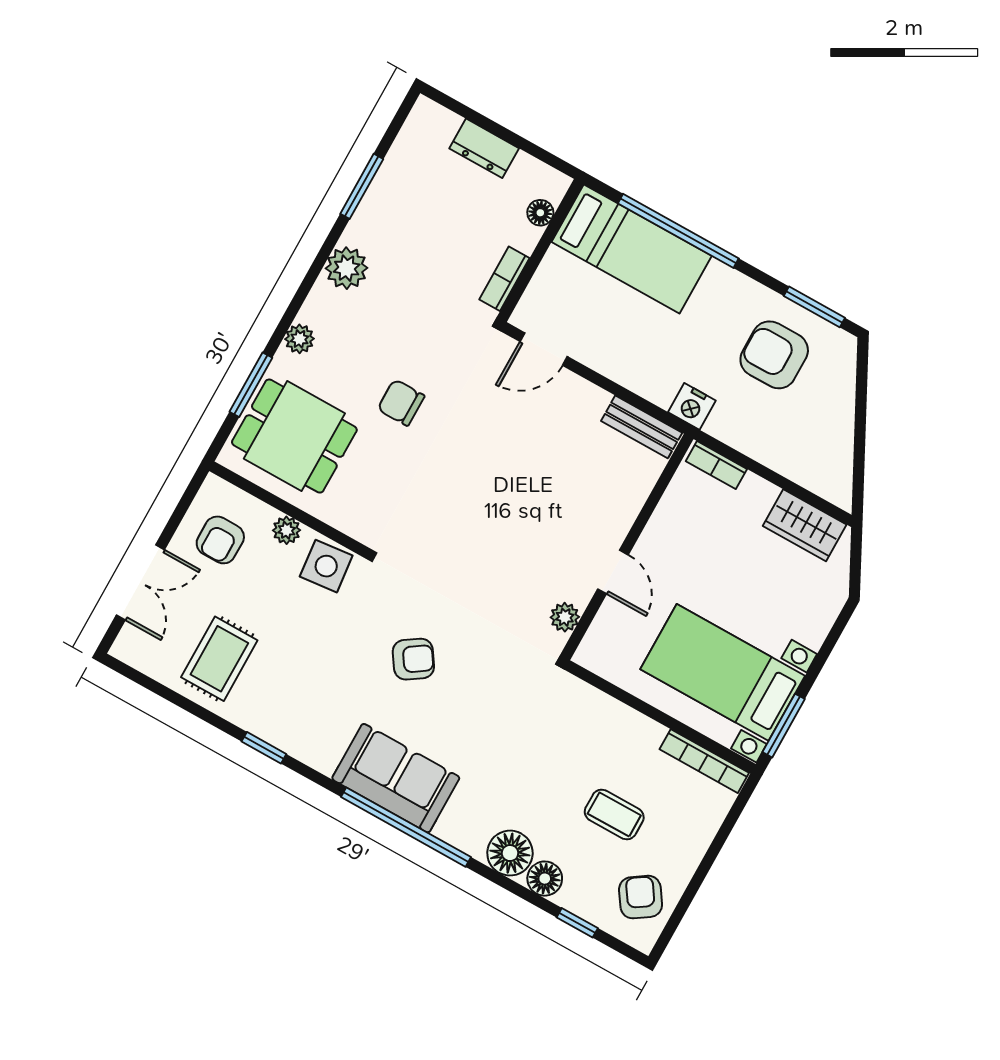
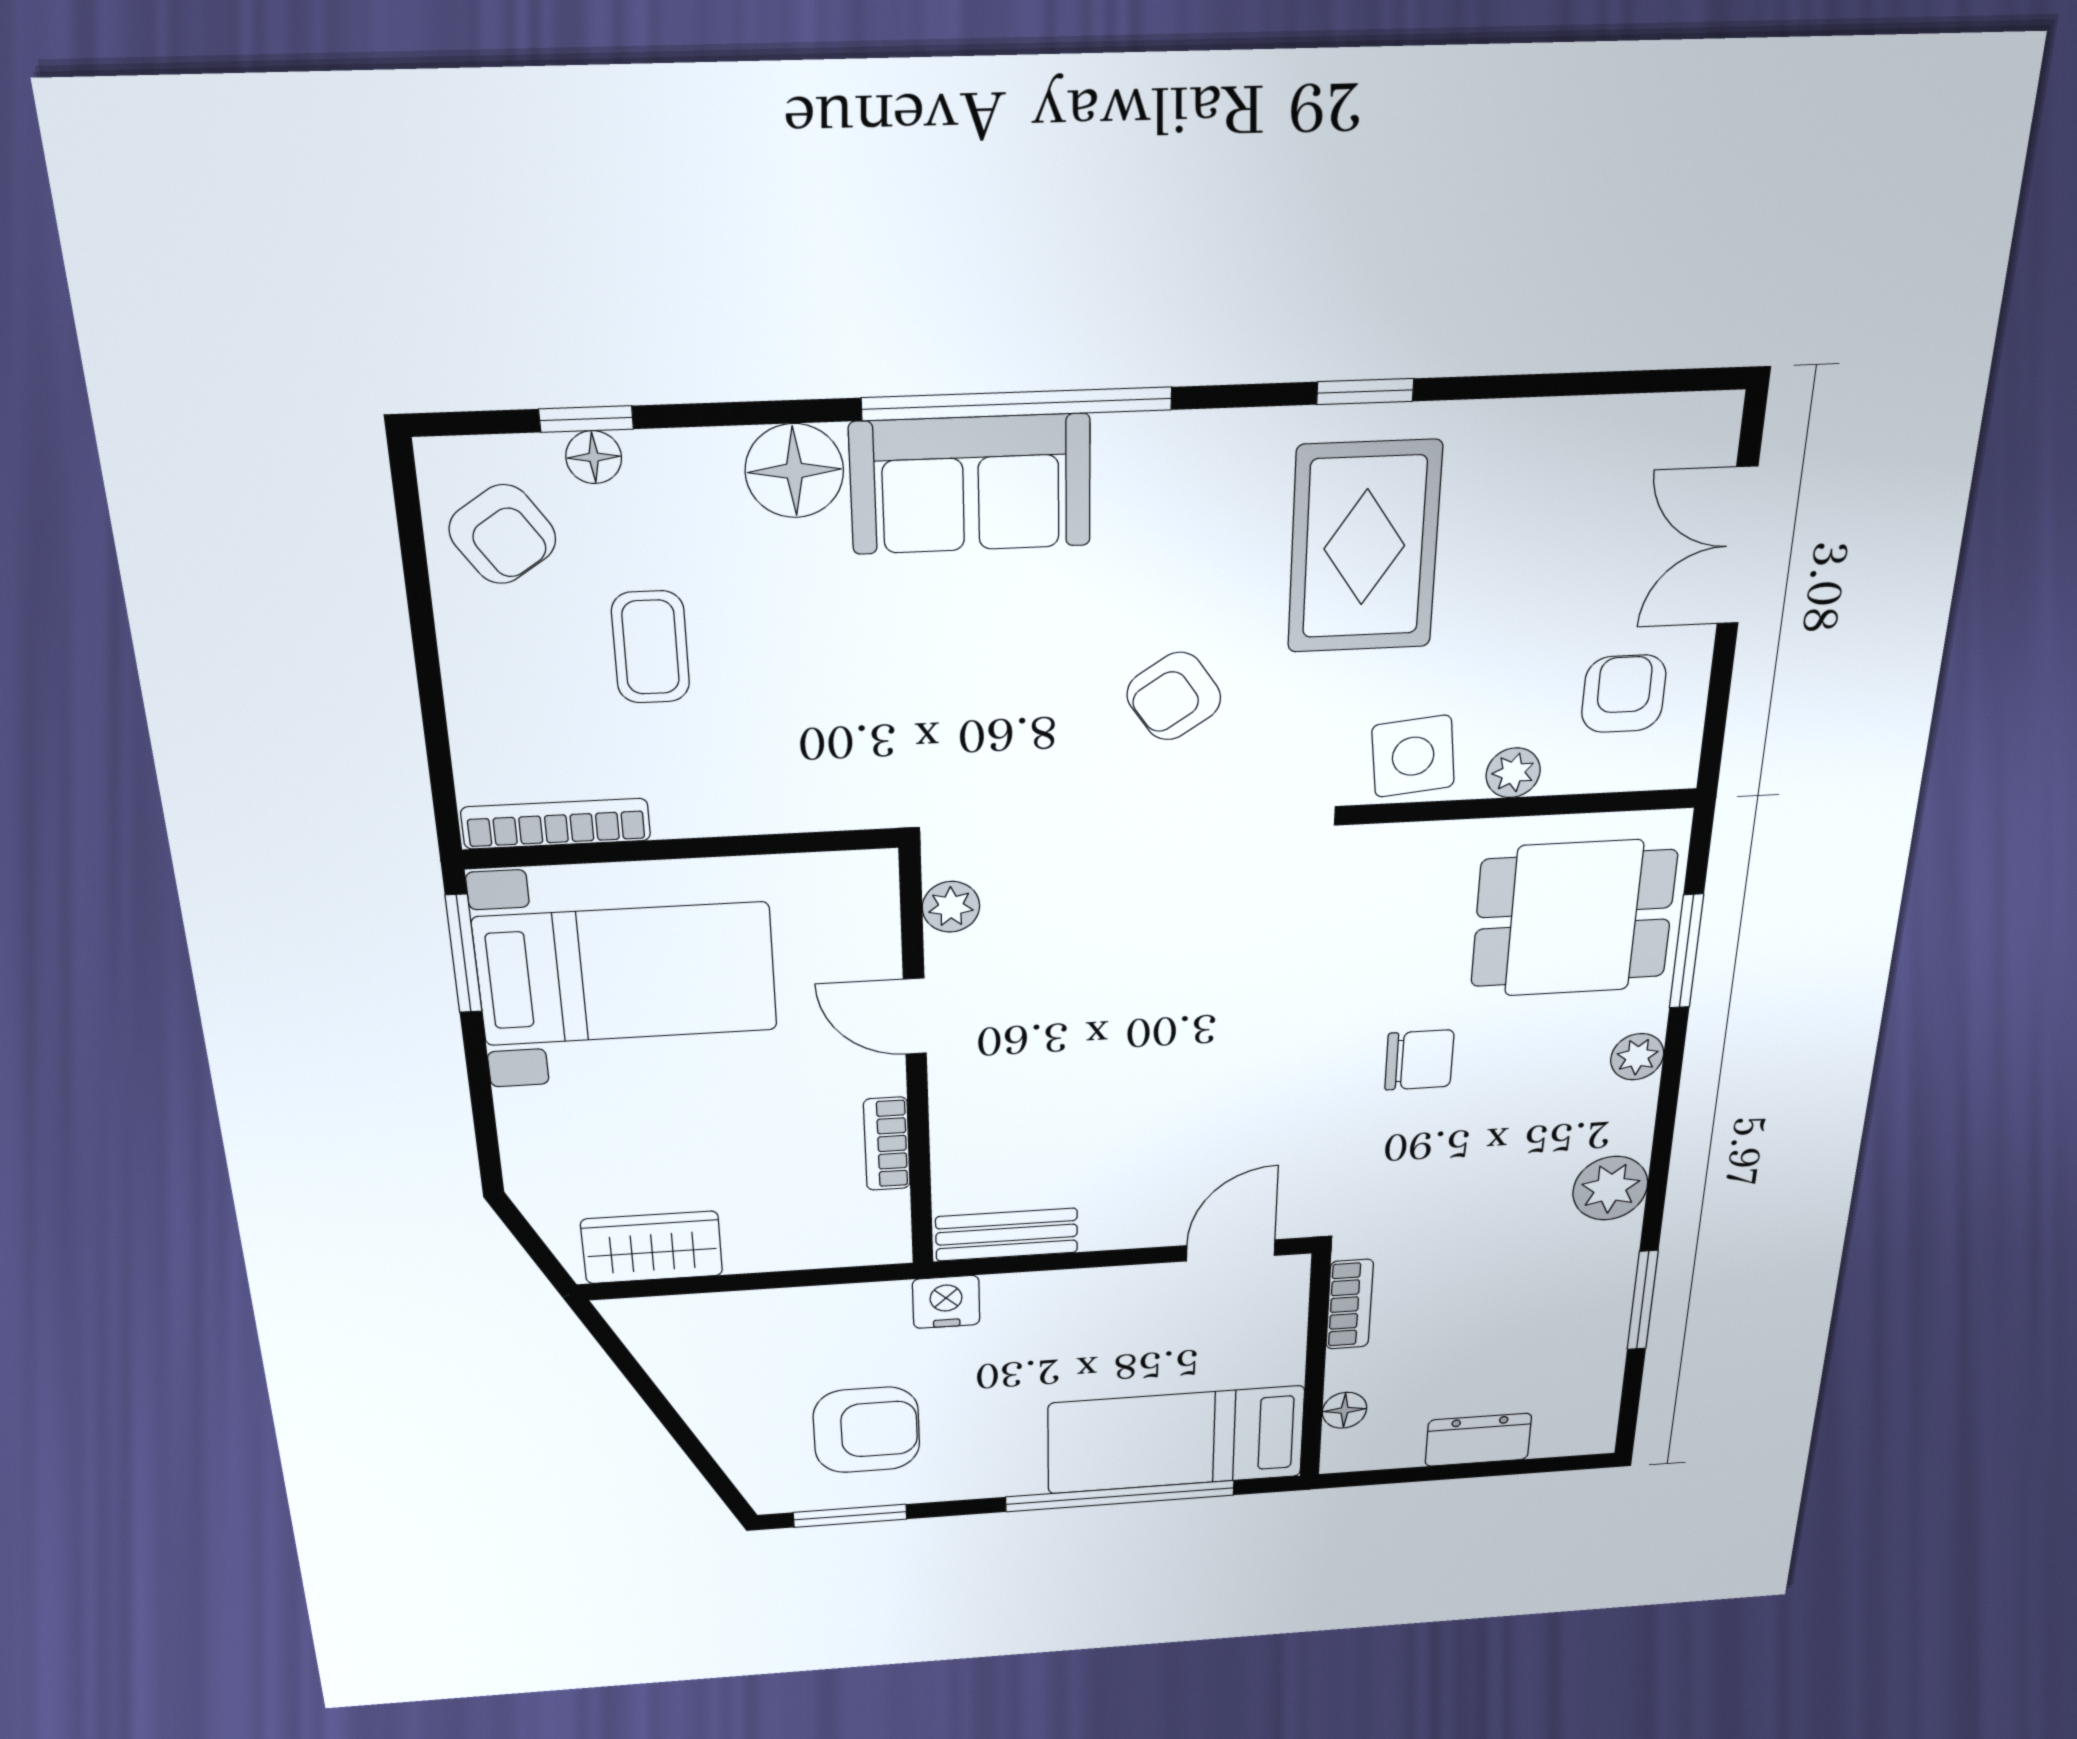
bookcase: (716, 465) -> (887, 1144), moved, turned -90
rug: (219, 659) -> (1364, 547), moved, width x1.36, depth x1.43
sofa: (396, 778) -> (971, 484), moved
coffee table: (614, 814) -> (651, 647), turned 90
floor lamp: (545, 879) -> (594, 457), moved, width x0.73, depth x0.73

